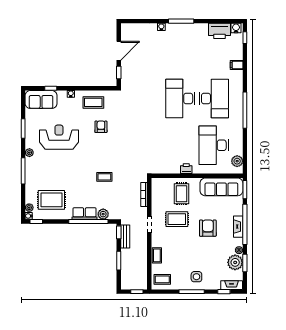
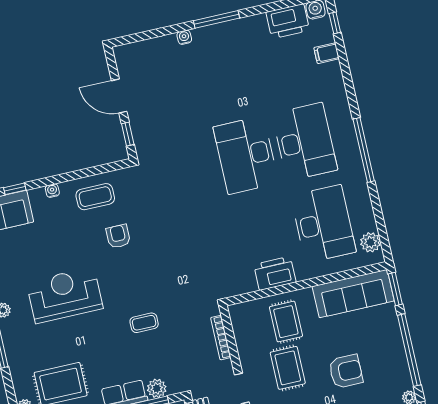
door: (119, 51) -> (119, 96), swing flipped
filing cabinet: (237, 65) -> (326, 53), moved
reception desk: (59, 137) -> (65, 295), moved
desk: (214, 145) -> (323, 224), turned 180
printer: (186, 169) -> (275, 273), width x1.87, depth x1.48
rug: (177, 219) -> (288, 368), turned 90
fireplace: (238, 227) -> (398, 356), removed
armchair: (208, 228) -> (346, 371), turned 90

